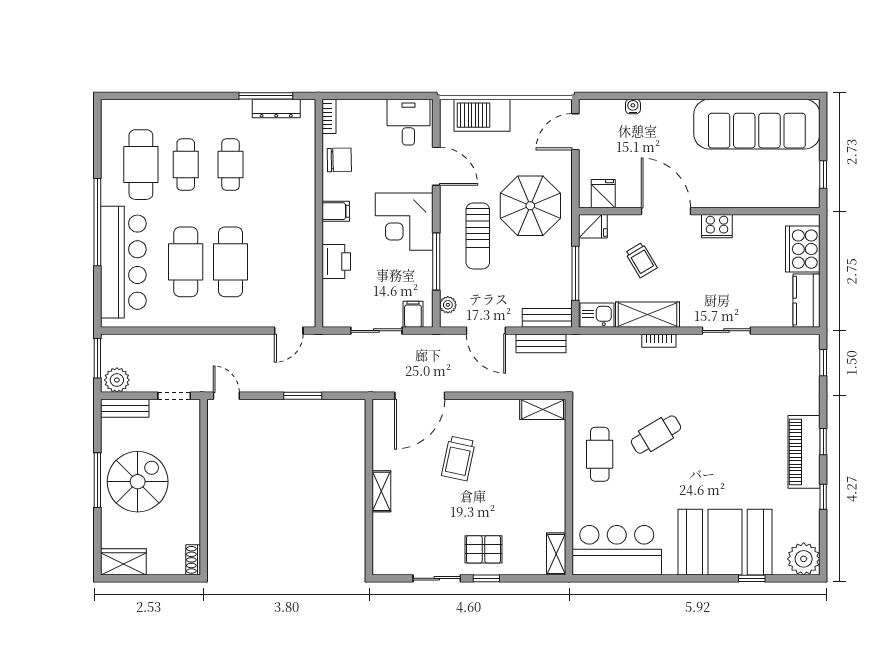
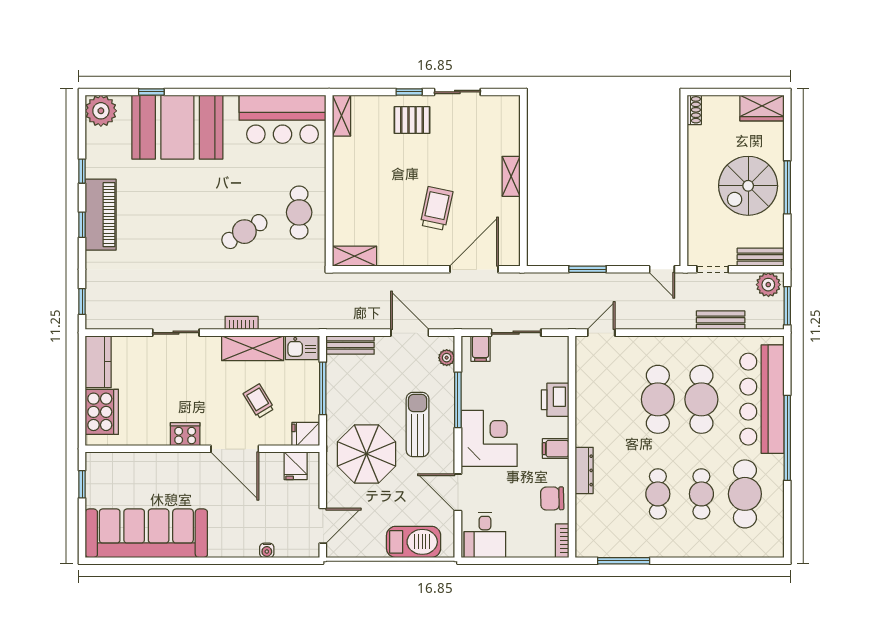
dresser: (276, 108) -> (584, 470), moved, turned 90
bench: (541, 343) -> (721, 320), moved

